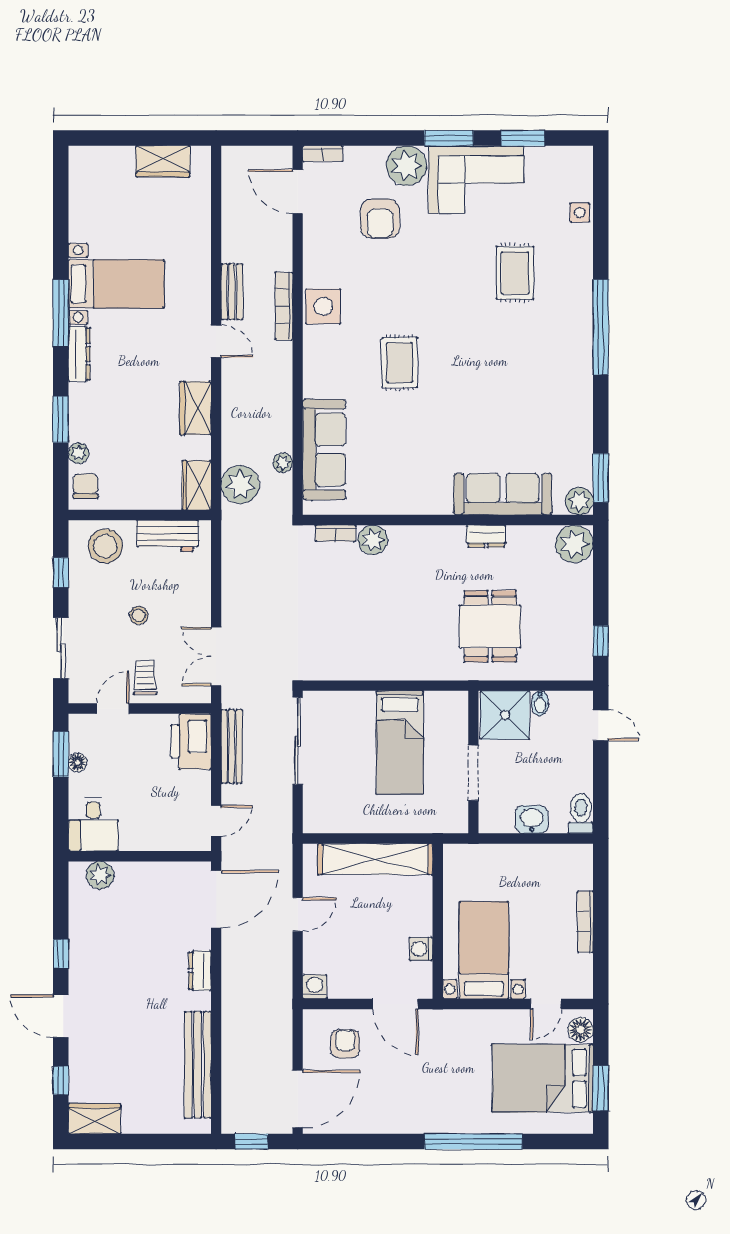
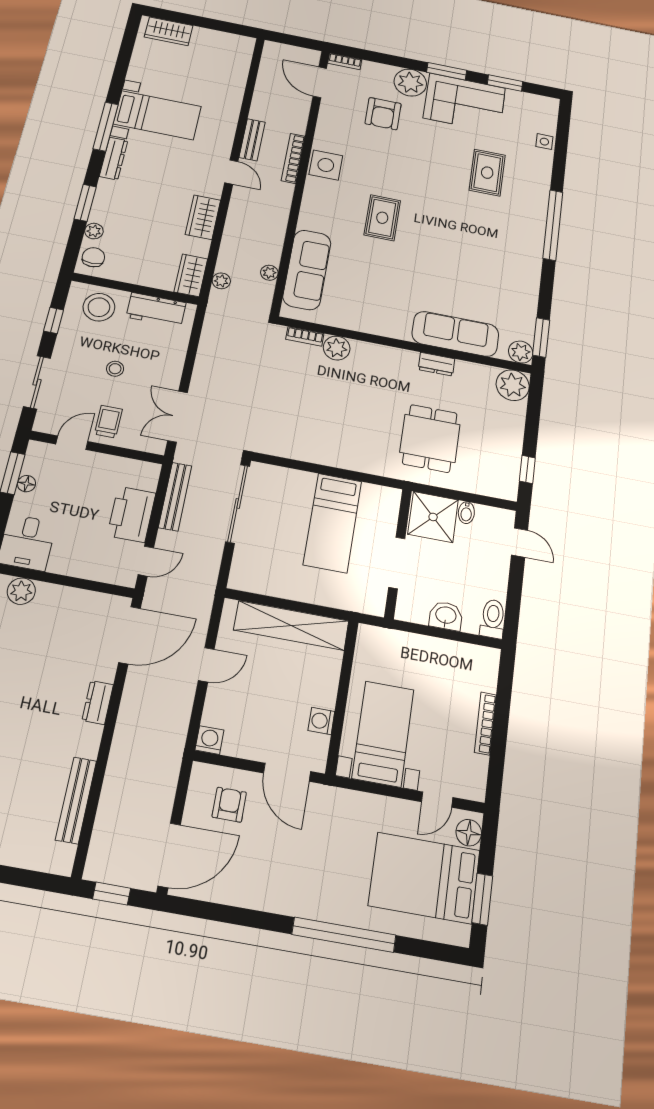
wardrobe: (163, 161) -> (169, 31), moved
plant: (240, 485) -> (221, 281), width x0.53, depth x0.53
printer: (191, 741) -> (131, 514), moved
bench: (198, 1065) -> (76, 800), width x0.73, depth x0.82

